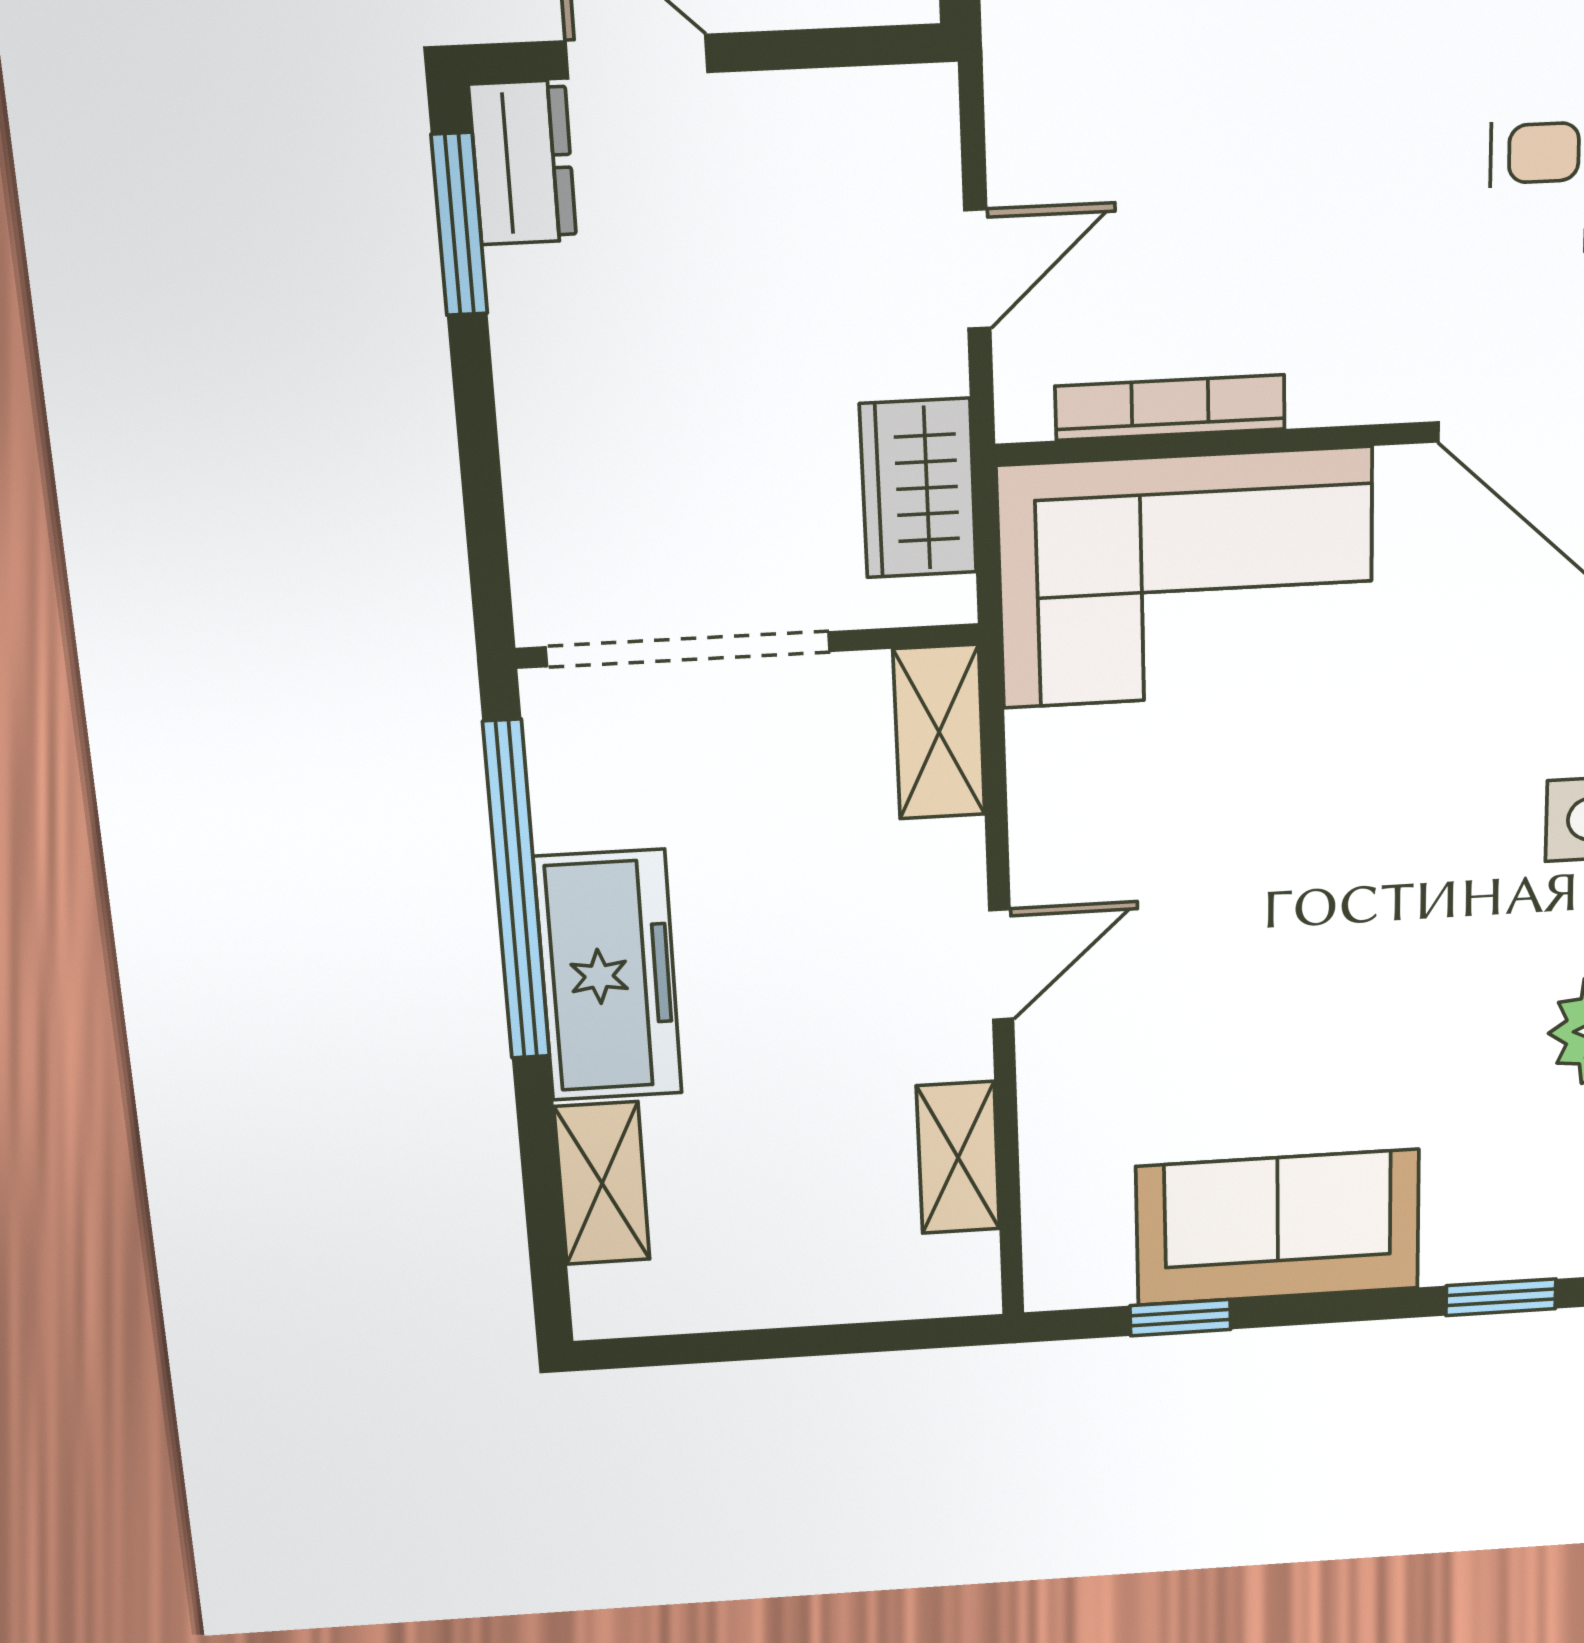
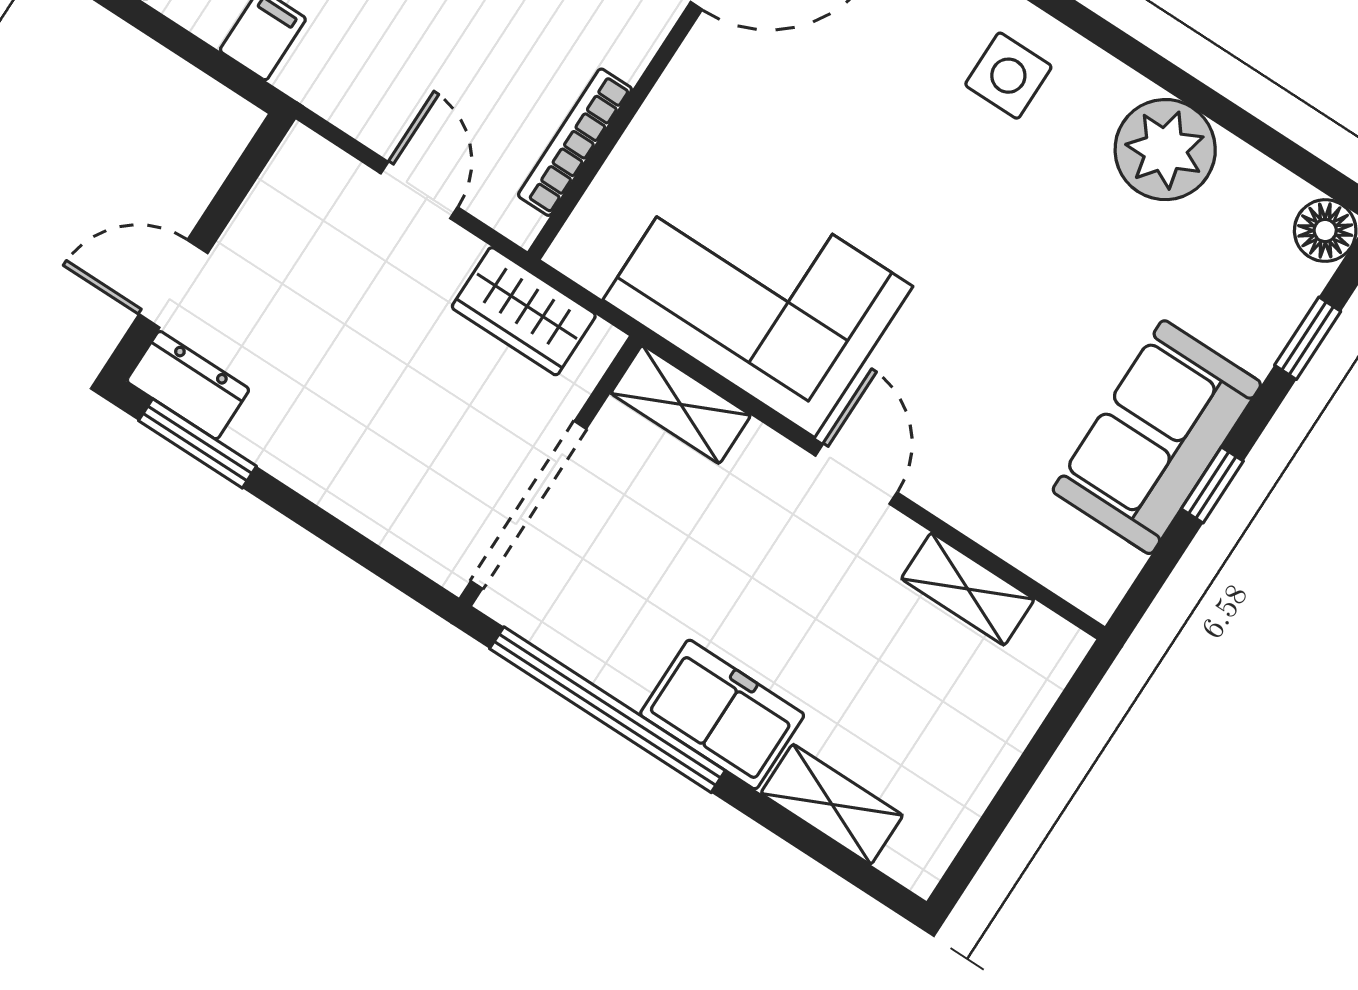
corner sofa: (1186, 578) -> (758, 293), moved, turned -90
freezer: (608, 976) -> (722, 714), width x0.71
window: (1180, 1318) -> (1212, 485), moved

